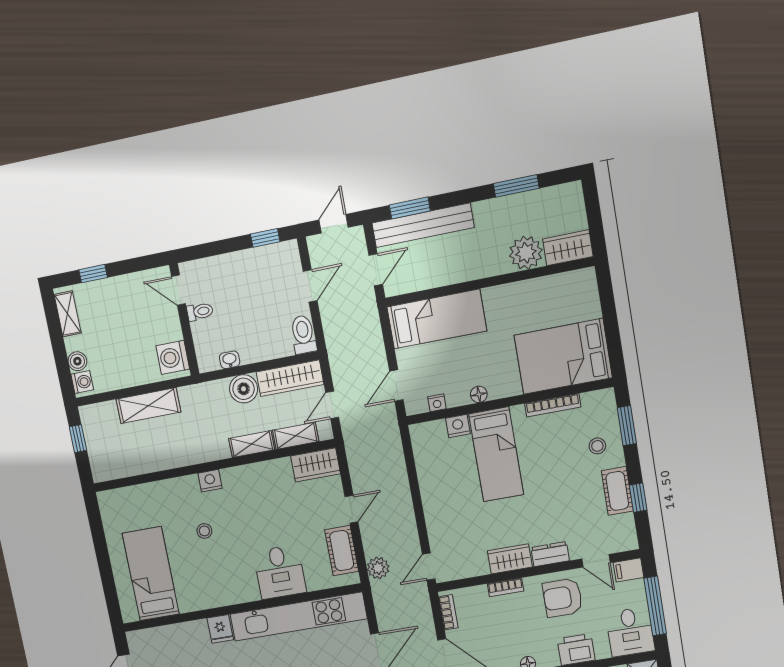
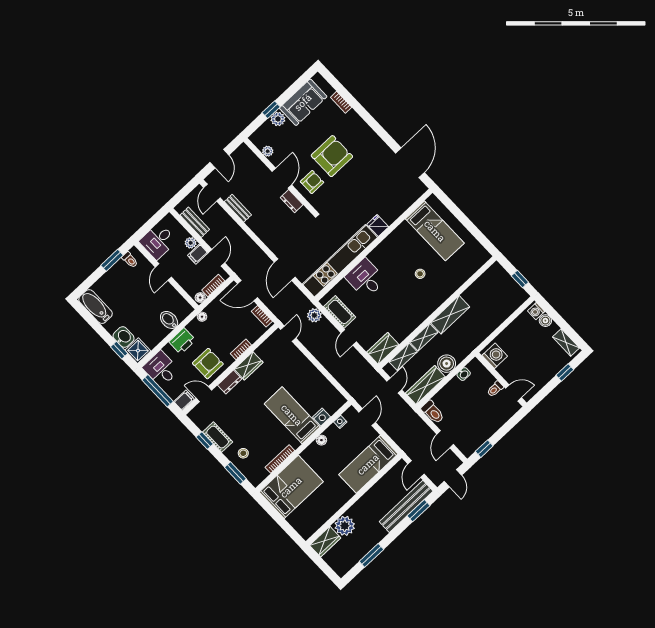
shelving: (148, 406) -> (450, 315), moved
nightstand: (210, 481) -> (434, 303), removed

